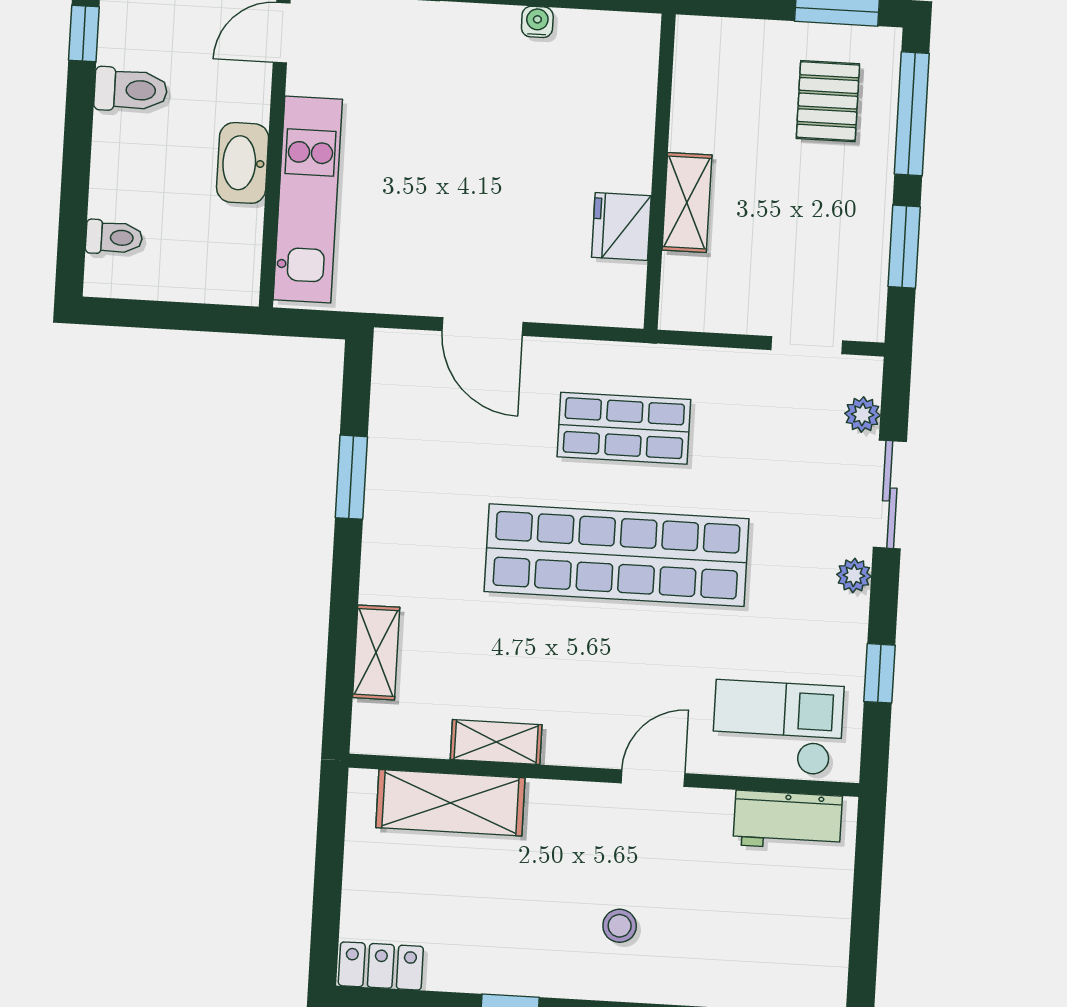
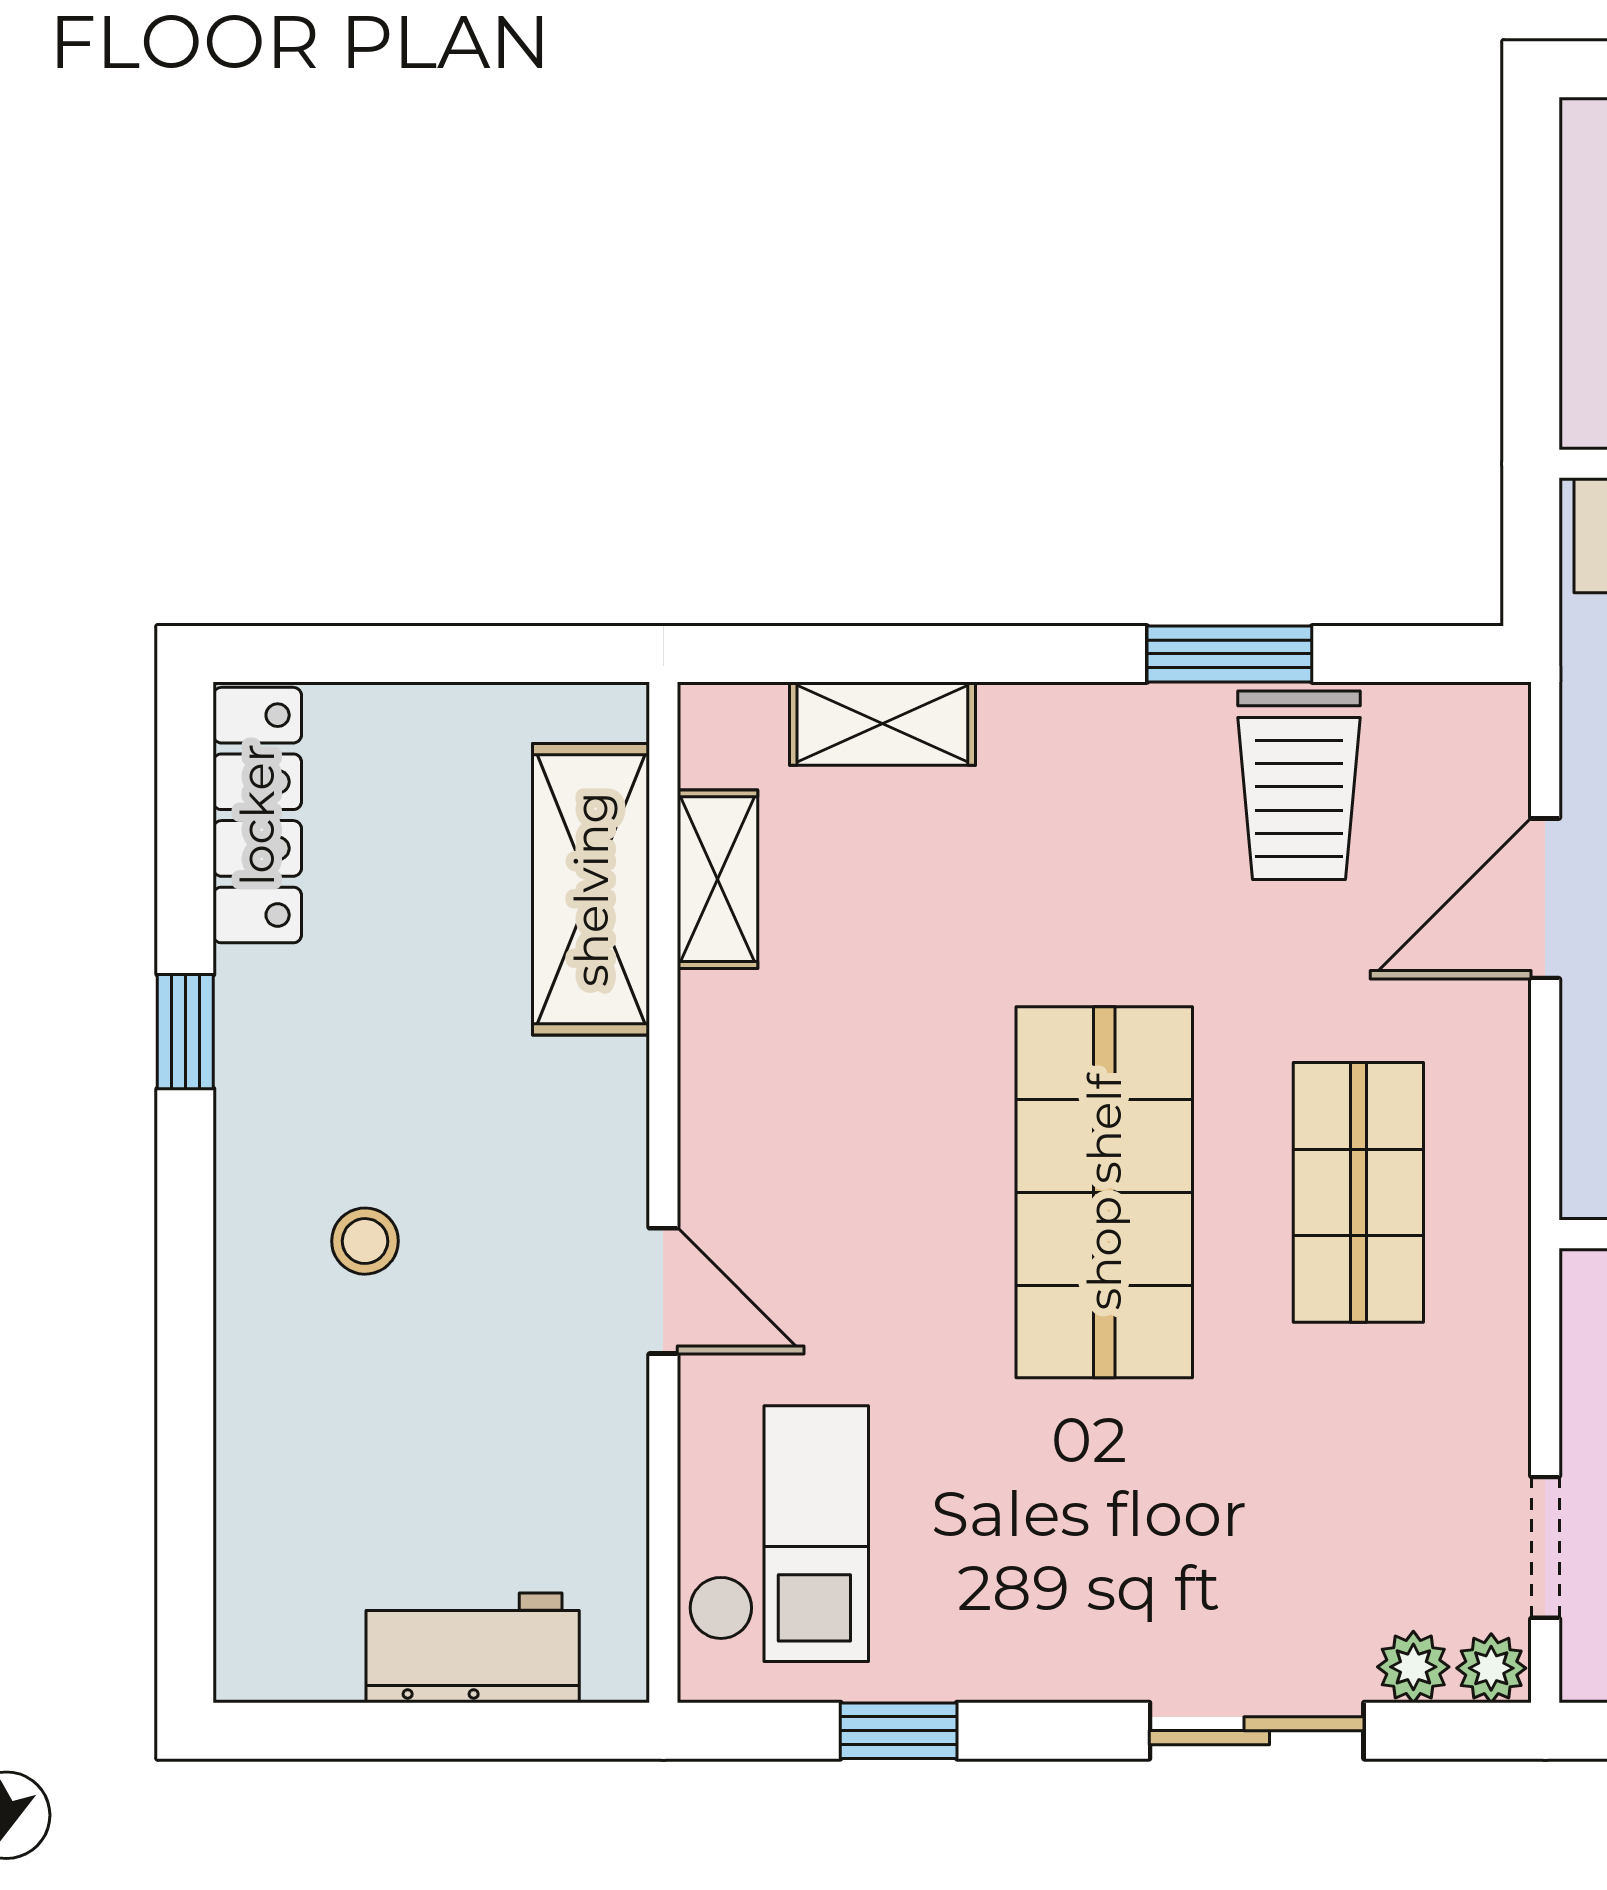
trolley: (419, 446) -> (1299, 785), added
shop shelf: (617, 555) -> (1104, 1192), width x0.71
plant: (854, 575) -> (1491, 1668), moved
shelving: (496, 742) -> (717, 879), moved
workbench: (788, 820) -> (473, 1648), moved, turned 90
locker: (381, 966) -> (257, 815), width x1.53

